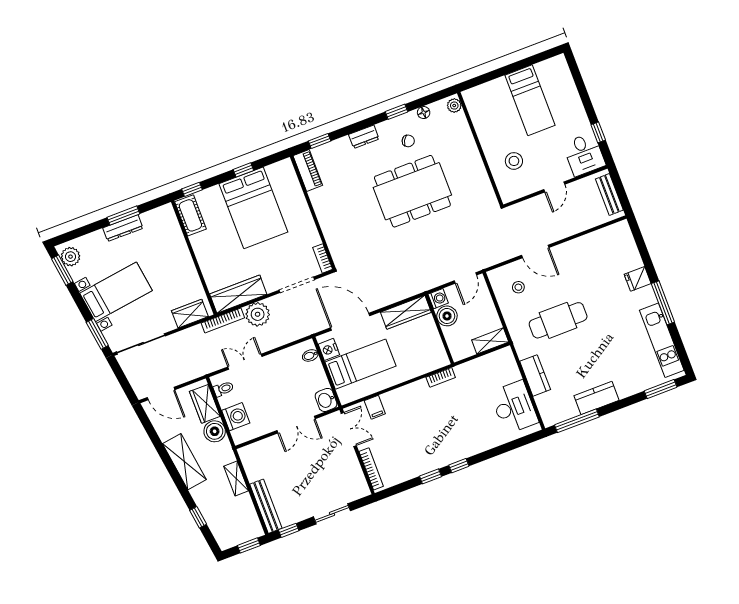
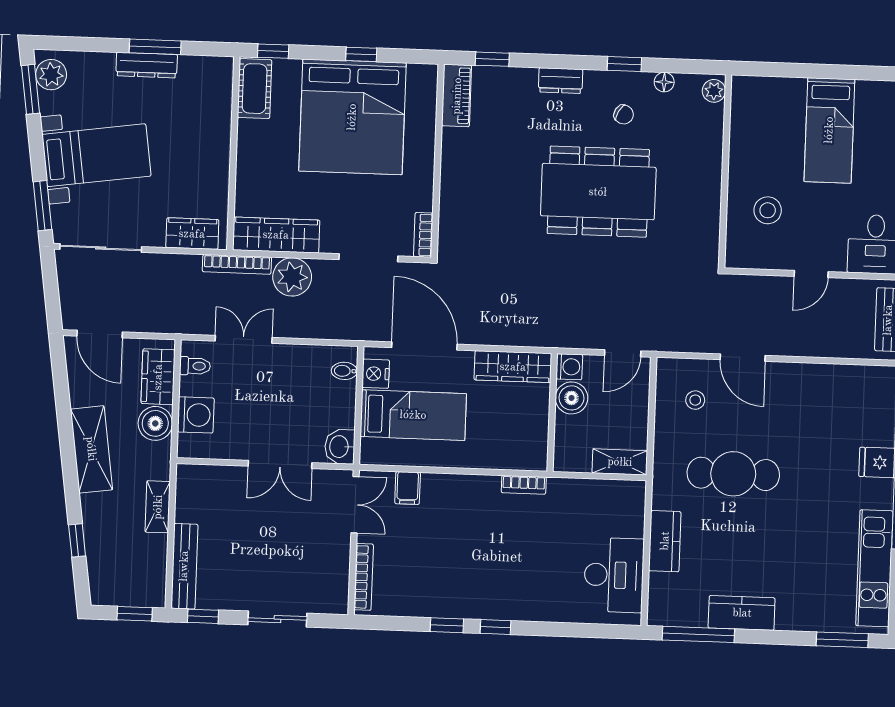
bed: (253, 208) -> (352, 117), width x1.36

